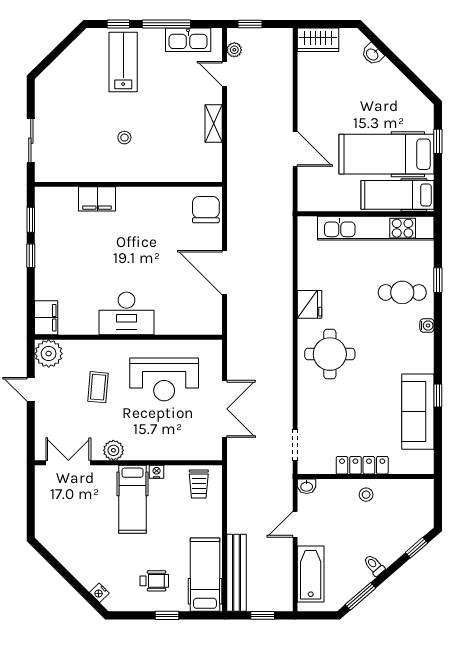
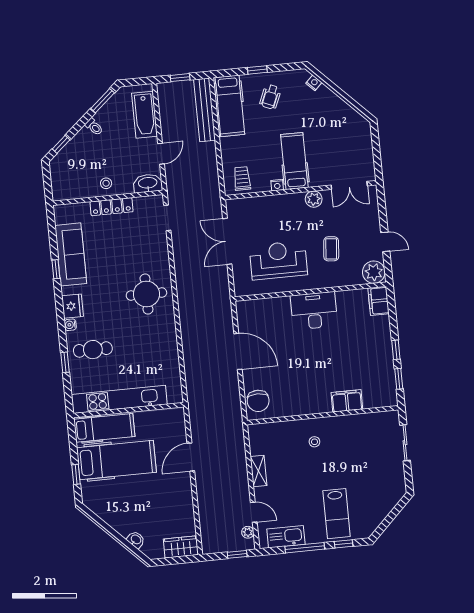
stool: (124, 138) -> (314, 442), moved
door: (295, 149) -> (191, 457), hinge flipped
fridge: (310, 304) -> (73, 306), moved, turned 180
washbasin: (307, 486) -> (148, 183), width x1.91, depth x1.45
wheelchair: (154, 581) -> (270, 97), turned -67

